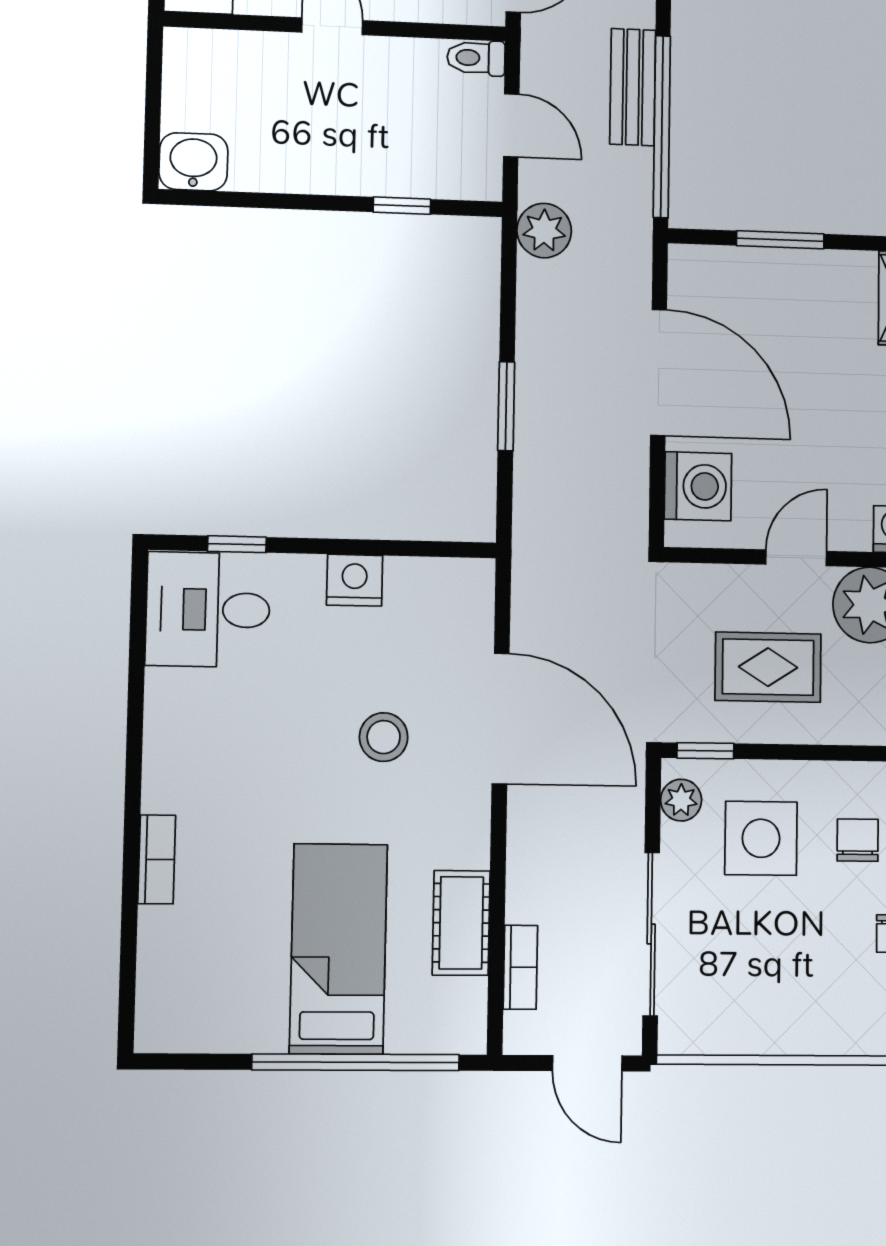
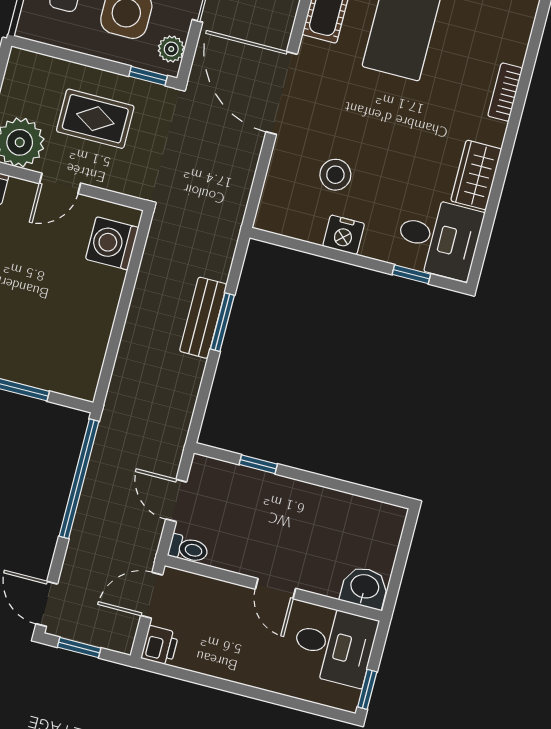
bench: (633, 87) -> (203, 318), moved
washbasin: (193, 162) -> (365, 587), moved, turned 180
plant: (544, 231) -> (171, 428), removed
door: (659, 373) -> (120, 321), removed
door: (501, 719) -> (282, 93), moved
wardrobe: (172, 720) -> (476, 175), added
stool: (384, 737) -> (335, 175), moved

